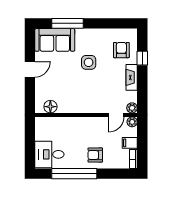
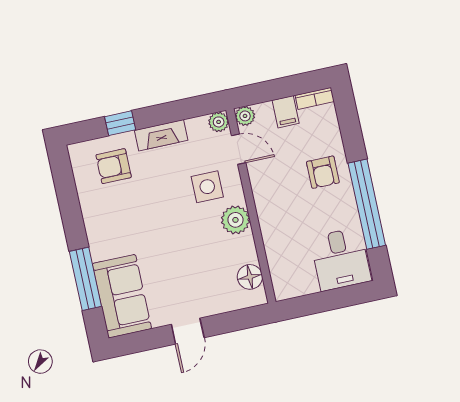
side table: (89, 62) -> (207, 187), moved
door: (30, 69) -> (188, 331), swing flipped
plant: (81, 106) -> (235, 220), added

